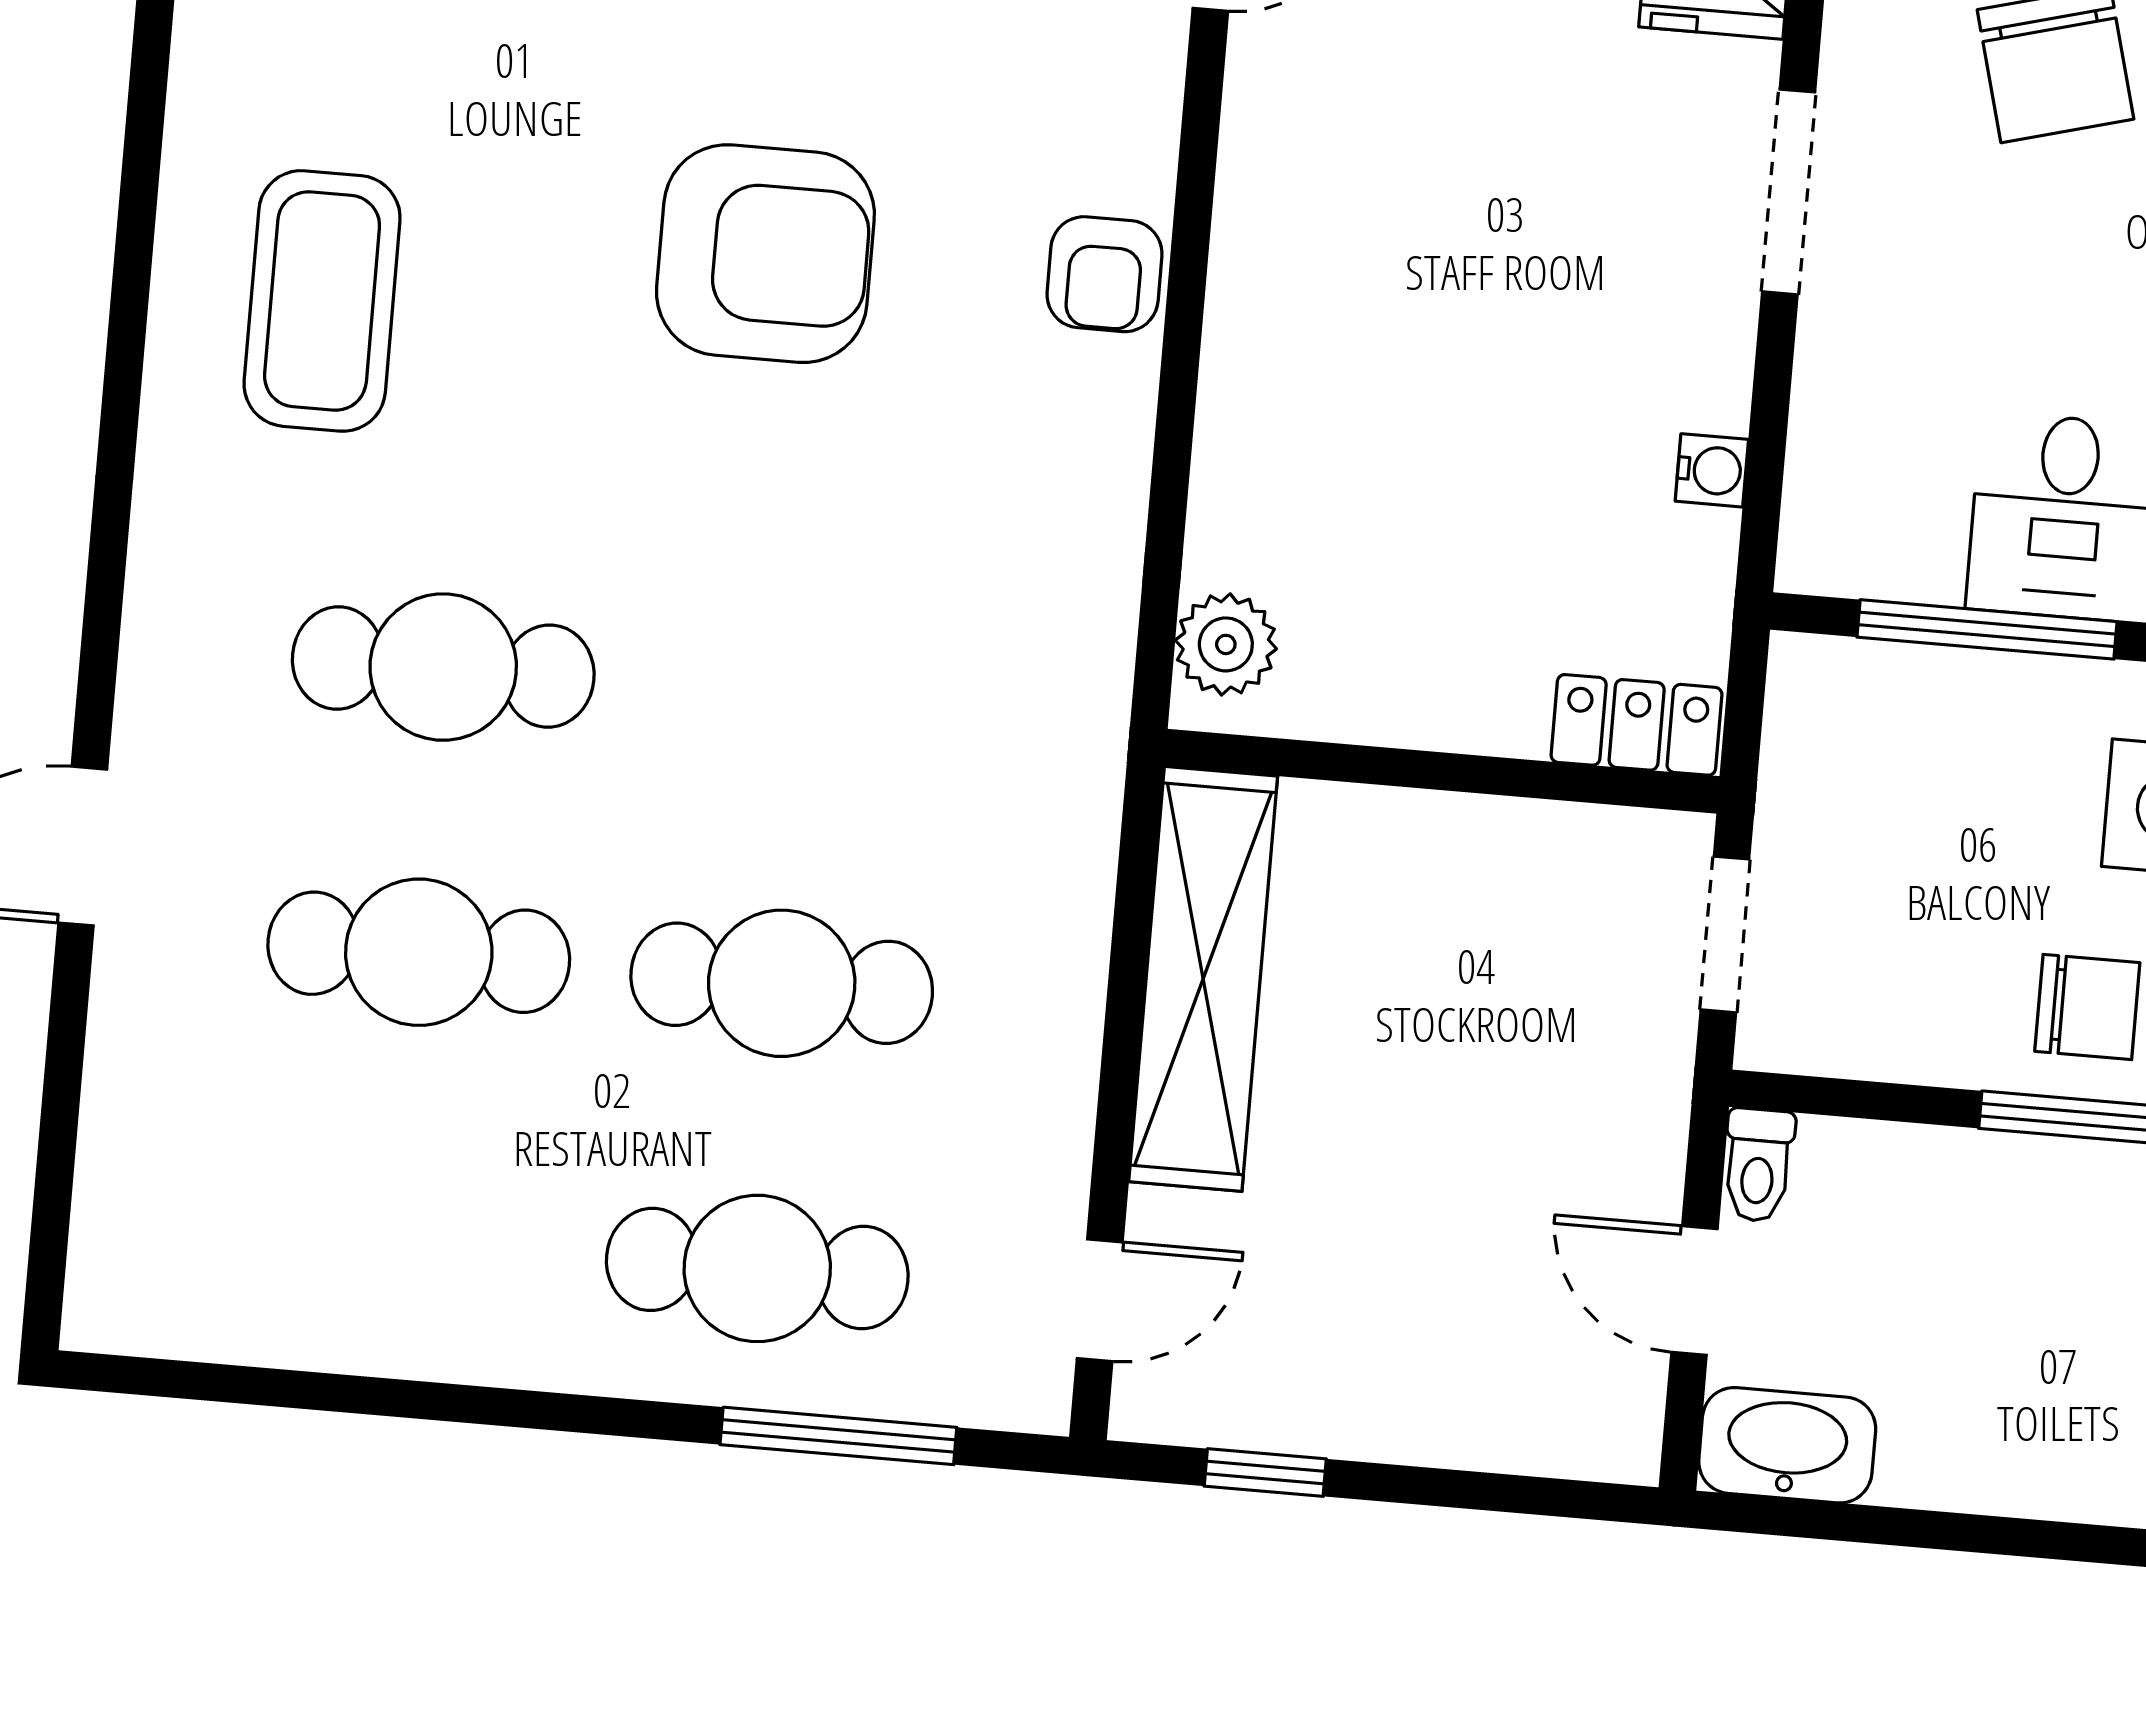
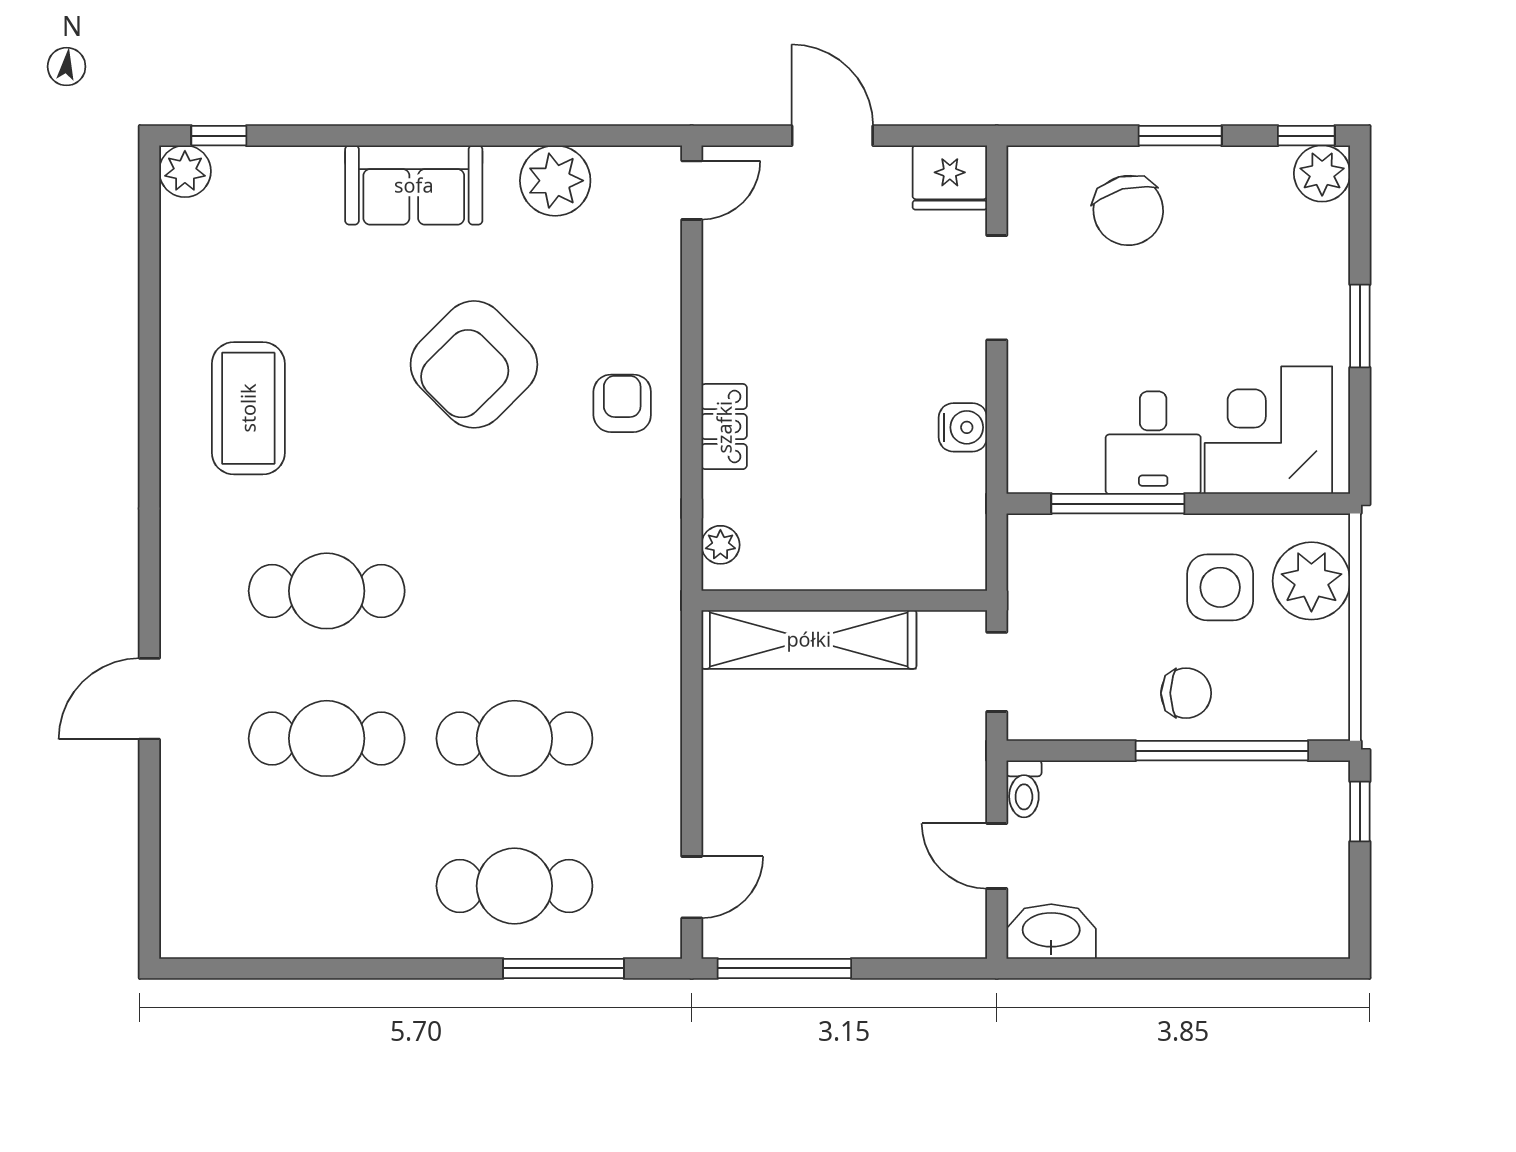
armchair: (765, 254) -> (474, 364), turned 135
armchair: (1104, 274) -> (622, 403), moved, turned 180
water cooler: (1712, 470) -> (963, 427), width x1.38, depth x1.38
plant: (1226, 644) -> (720, 545), width x0.73, depth x0.73
locker: (1637, 725) -> (724, 427), moved, turned 90
shelving: (1203, 979) -> (809, 639), moved, turned 90
window: (1265, 1473) -> (784, 968), width x2.17

